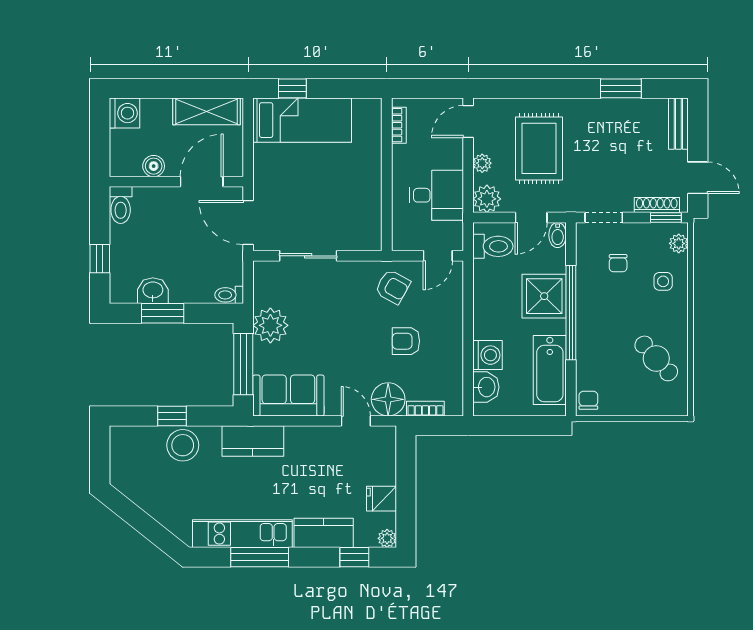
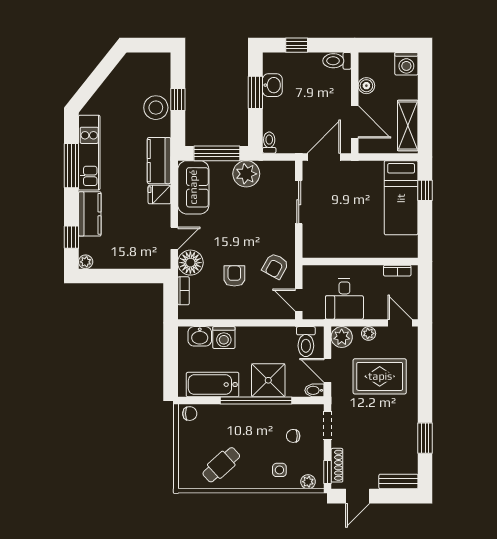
fridge: (382, 499) -> (159, 195), moved, turned -90

